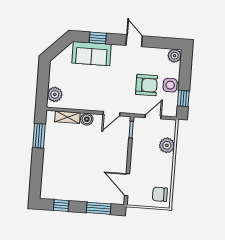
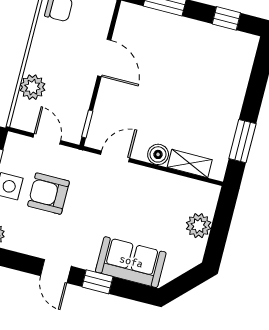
window: (98, 38) -> (98, 282), moved
plant: (55, 94) -> (199, 226), moved
door: (153, 117) -> (47, 139), swing flipped
door: (127, 185) -> (104, 58), moved

